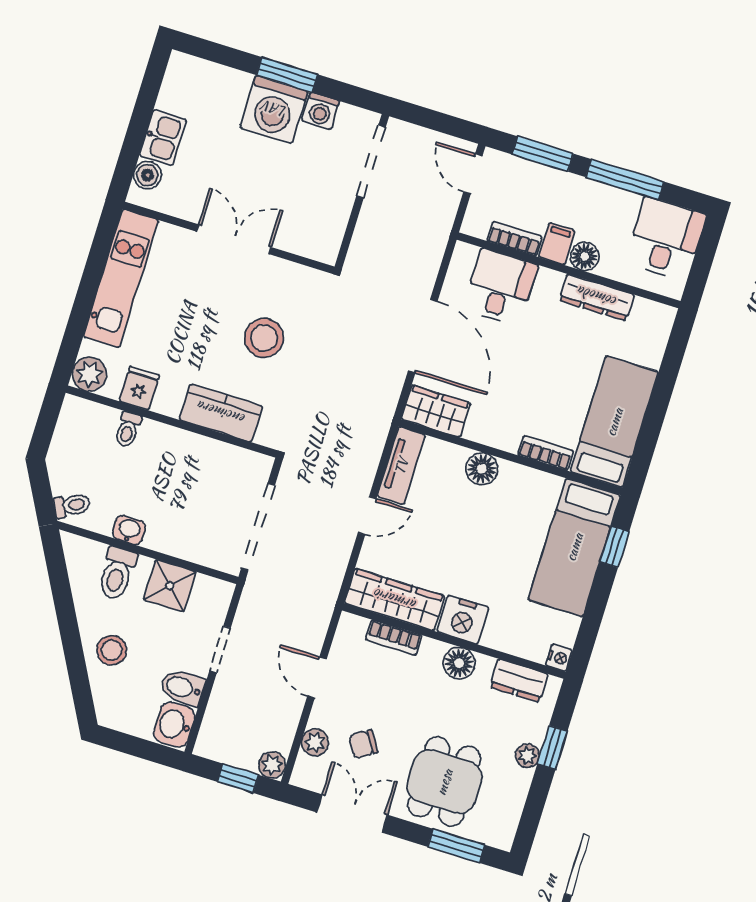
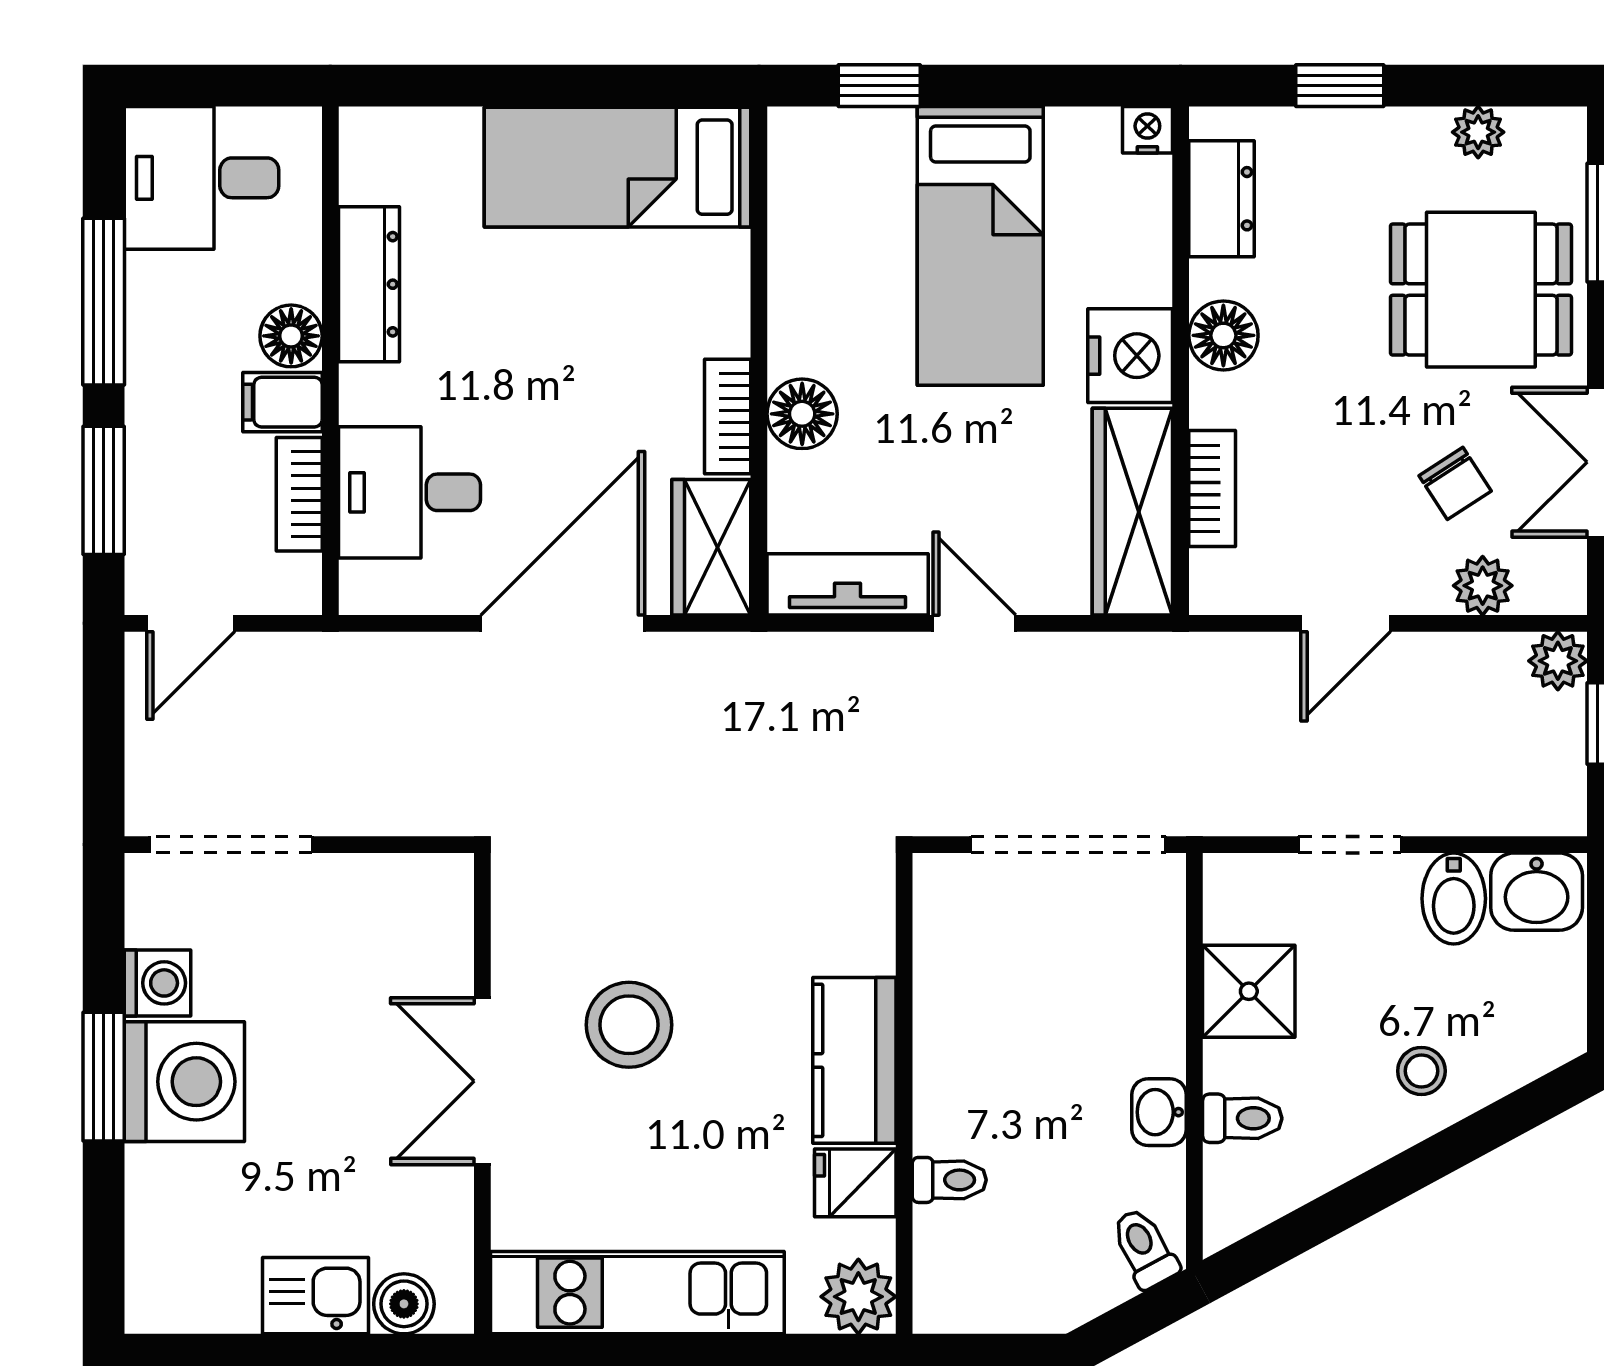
stool: (264, 338) -> (629, 1025), moved
kitchen counter: (221, 413) -> (854, 1060), moved
bookcase: (546, 453) -> (728, 416), moved
bed: (574, 547) -> (980, 246), moved, turned 90
toilet: (117, 574) -> (1242, 1118), width x0.73, depth x0.72
stool: (112, 650) -> (1421, 1071), width x0.73, depth x0.73
plant: (528, 756) -> (1478, 132), moved

